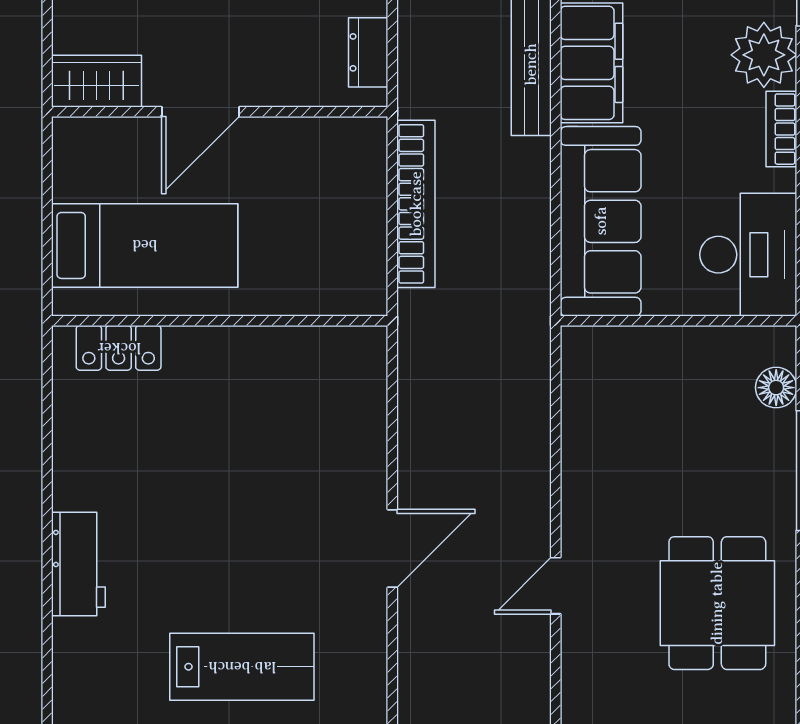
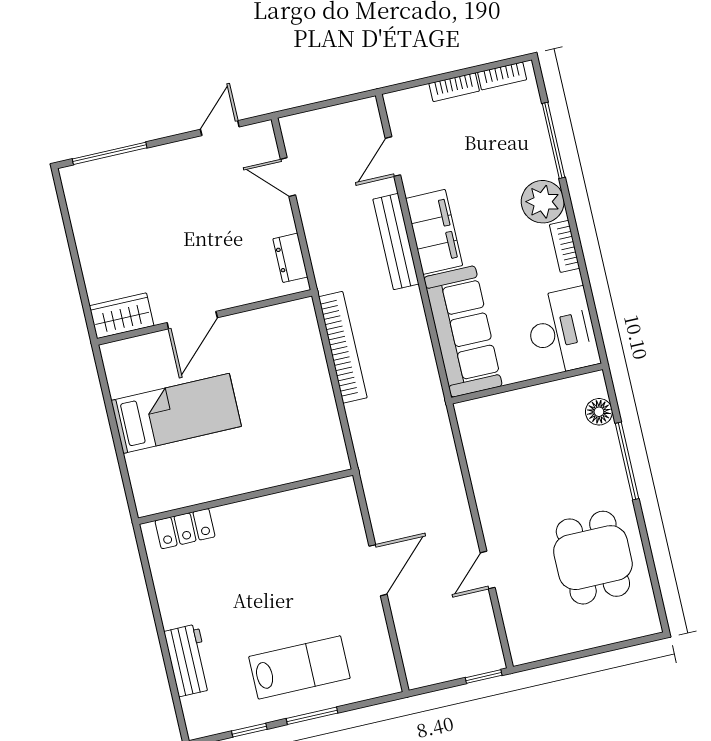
wall: (220, 321) -> (245, 497), moved
locker: (119, 348) -> (185, 529), moved
workbench: (78, 564) -> (188, 660), moved

